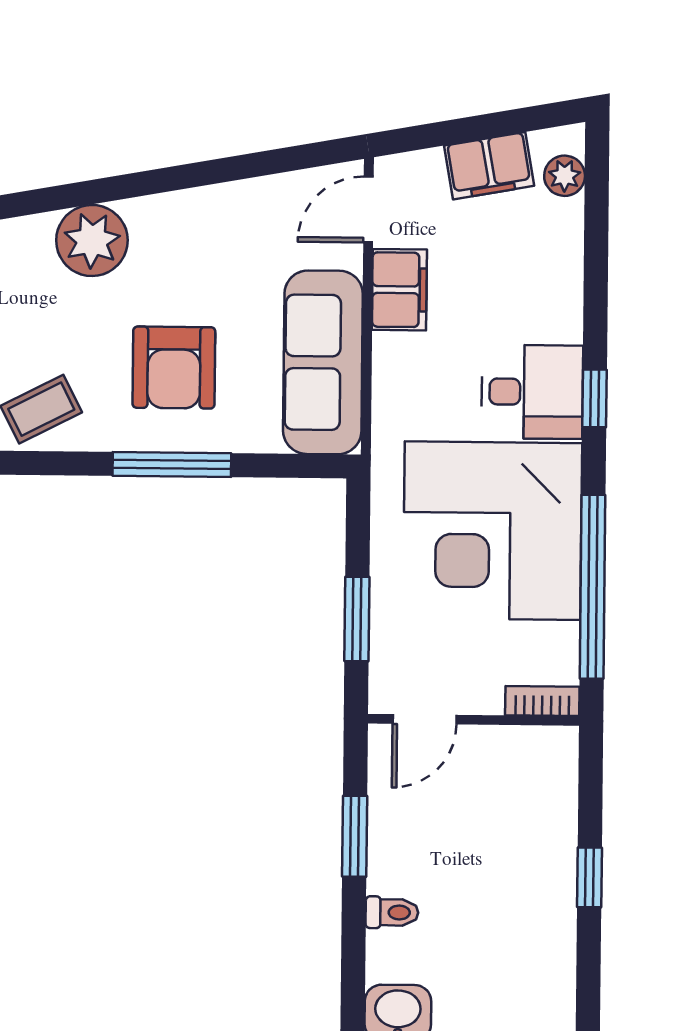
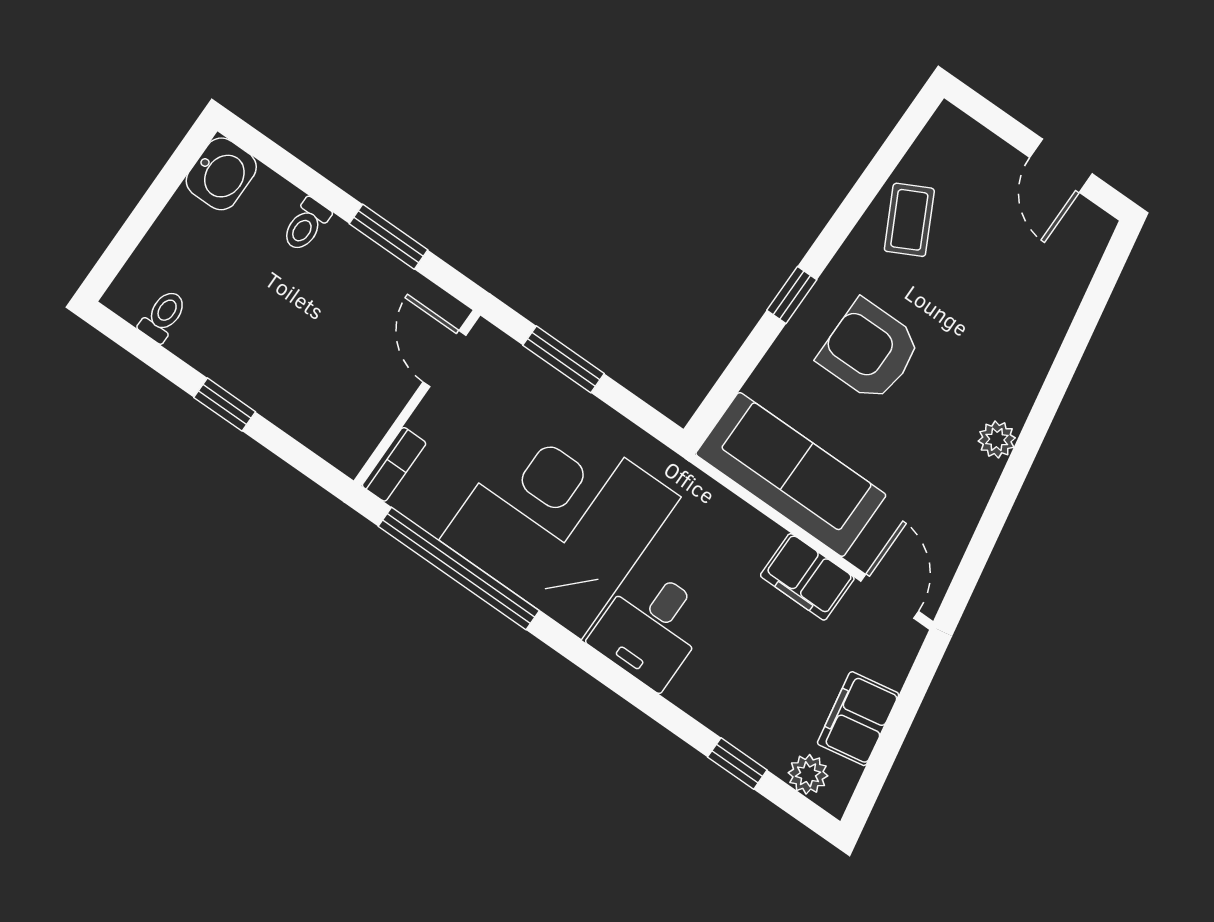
plant: (92, 240) -> (997, 439), moved, width x0.53, depth x0.53
window: (594, 398) -> (737, 764), moved
window: (172, 465) -> (792, 295), width x0.46
toilet: (551, 980) -> (163, 316), added

